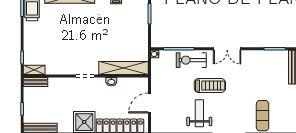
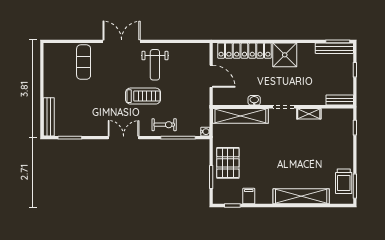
pallet: (135, 26) -> (228, 163), added
exercise bike: (191, 60) -> (164, 125), width x0.73, depth x0.72
shelving: (34, 70) -> (309, 114), moved
treadmill: (210, 86) -> (143, 96), turned 180
door: (149, 103) -> (211, 76), hinge flipped

